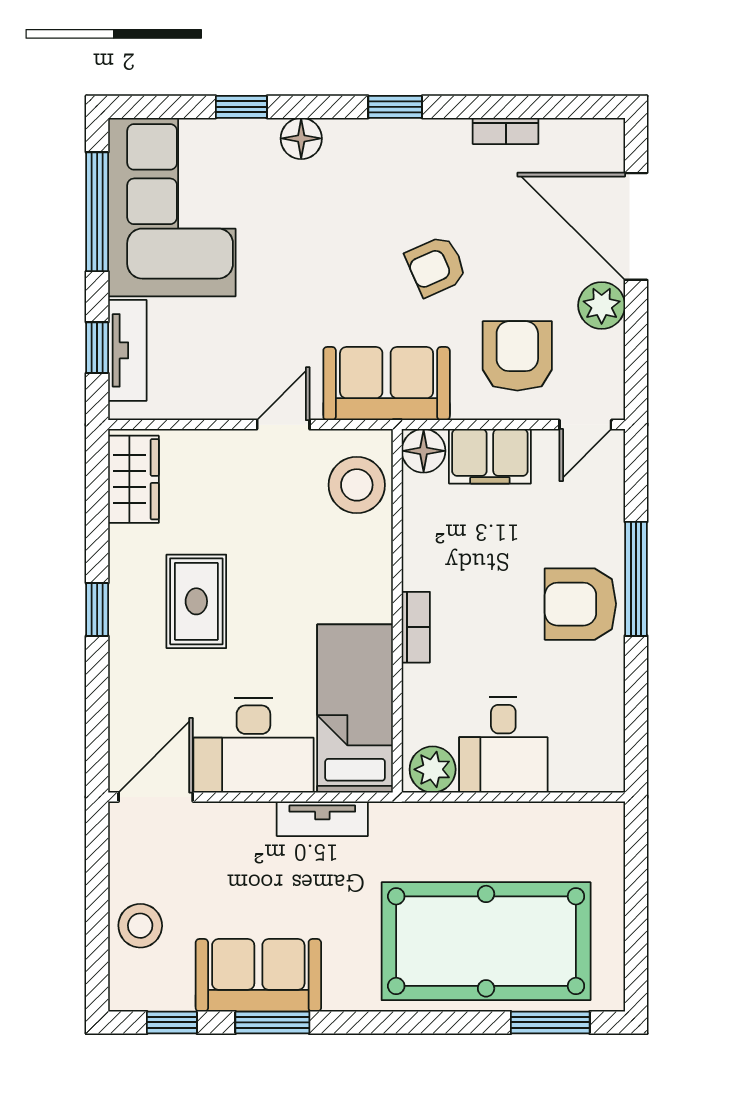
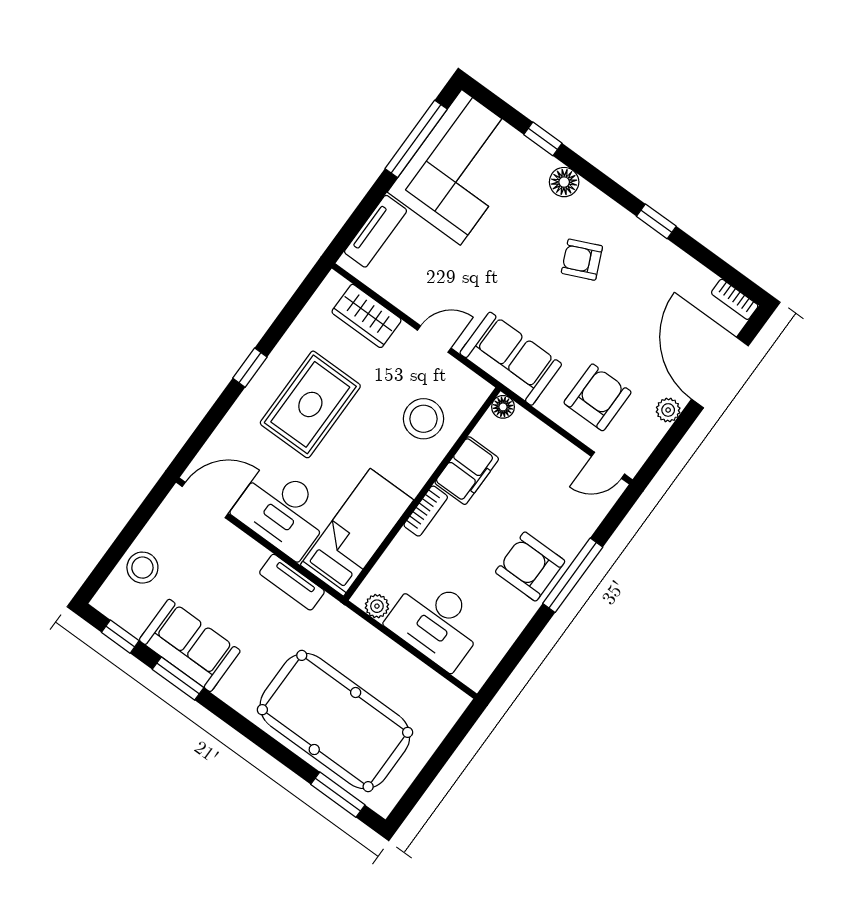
window: (395, 107) -> (656, 221), moved
bookcase: (506, 131) -> (735, 299), moved
armchair: (436, 266) -> (582, 260), moved
plant: (602, 305) -> (668, 410), width x0.73, depth x0.73
window: (97, 348) -> (359, 217), removed
floor lamp: (424, 451) -> (503, 407), width x0.73, depth x0.73
filing cabinet: (490, 456) -> (467, 471), moved, turned -90
wardrobe: (133, 479) -> (366, 316), moved, turned 90
stool: (357, 485) -> (424, 419), moved
rug: (196, 601) -> (310, 404), width x1.36, depth x1.43
desk: (503, 745) -> (436, 622), width x1.37
plant: (433, 769) -> (377, 606), width x0.73, depth x0.73

